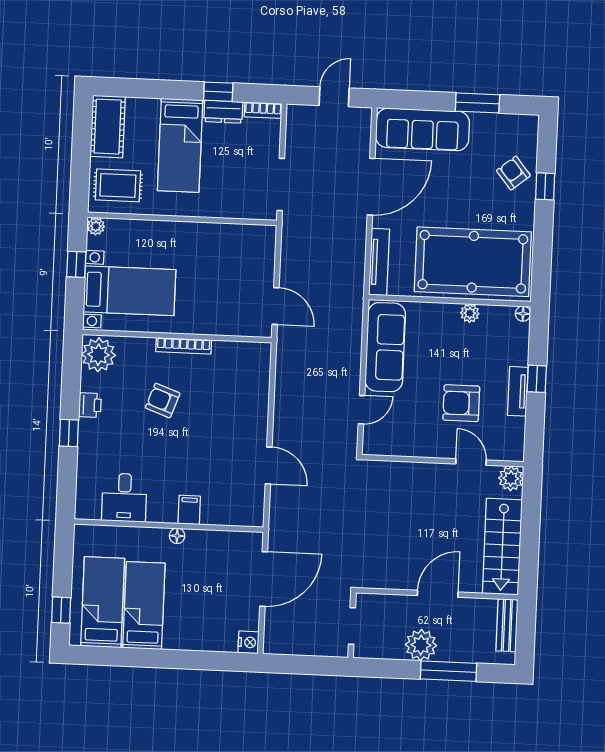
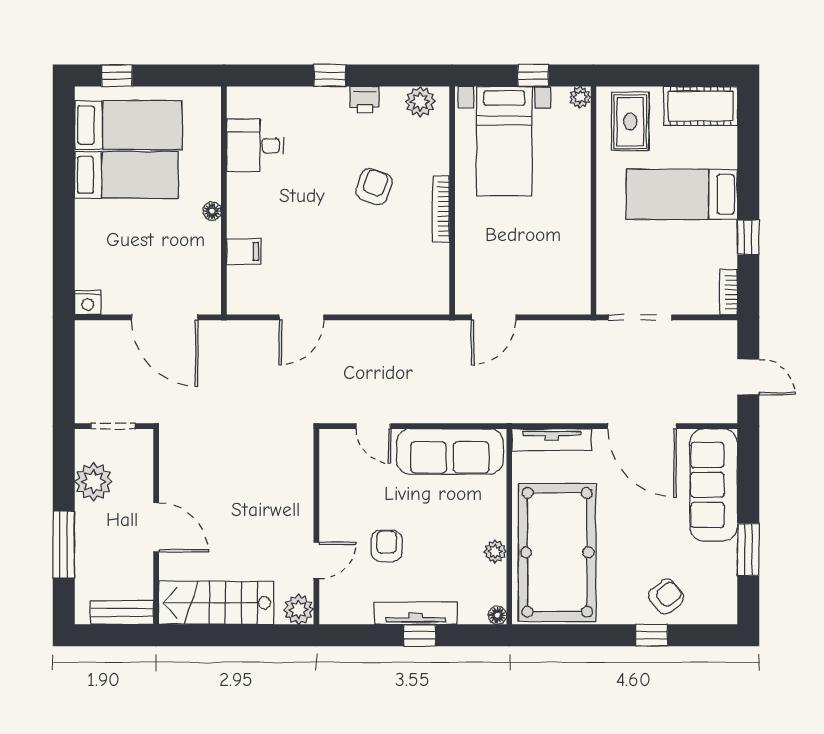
dresser: (223, 112) -> (724, 244), removed
plant: (98, 355) -> (420, 102), width x0.73, depth x0.73
tv unit: (518, 391) -> (416, 613), width x1.41
armchair: (461, 403) -> (387, 546), width x0.72, depth x0.72
filing cabinet: (189, 510) -> (244, 251), moved
plant: (421, 645) -> (94, 482), moved

